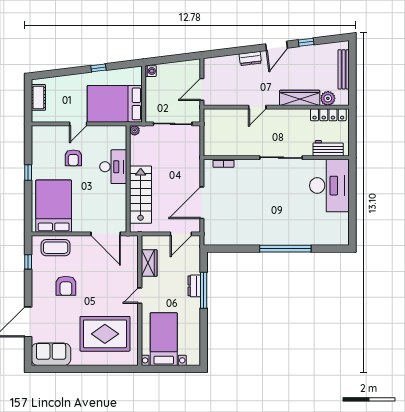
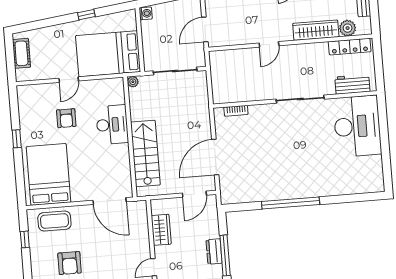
window: (285, 249) -> (291, 203), moved

